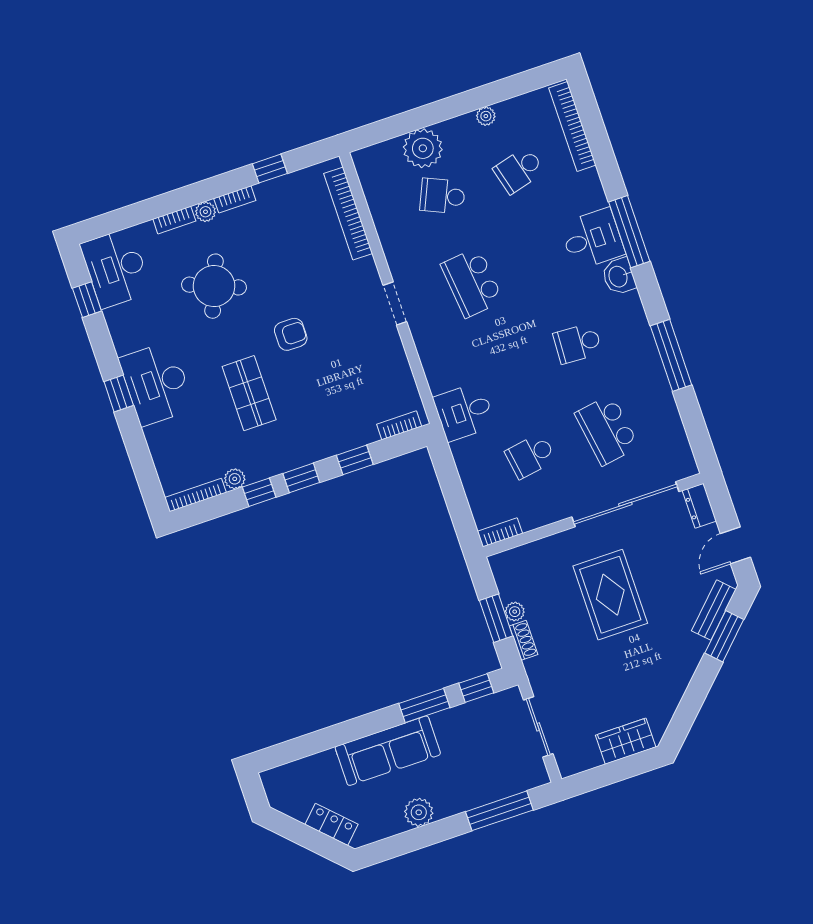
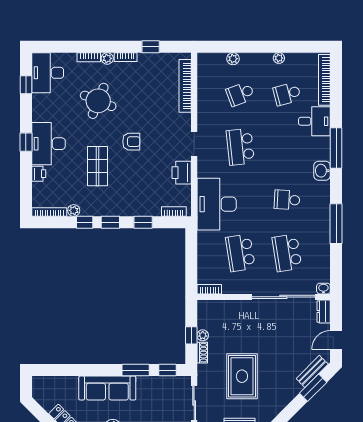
plant: (423, 148) -> (233, 59), width x0.53, depth x0.53
school desk: (443, 196) -> (240, 94), turned -45
desk: (592, 239) -> (314, 121), moved
printer: (390, 357) -> (182, 173), added
desk: (464, 412) -> (217, 204), width x1.87, depth x1.30
printer: (157, 438) -> (39, 174), added
school desk: (531, 456) -> (240, 253), width x1.85
washbasin: (686, 468) -> (323, 289), added
rug: (610, 595) -> (242, 376), moved
window: (496, 618) -> (191, 335), width x0.67

